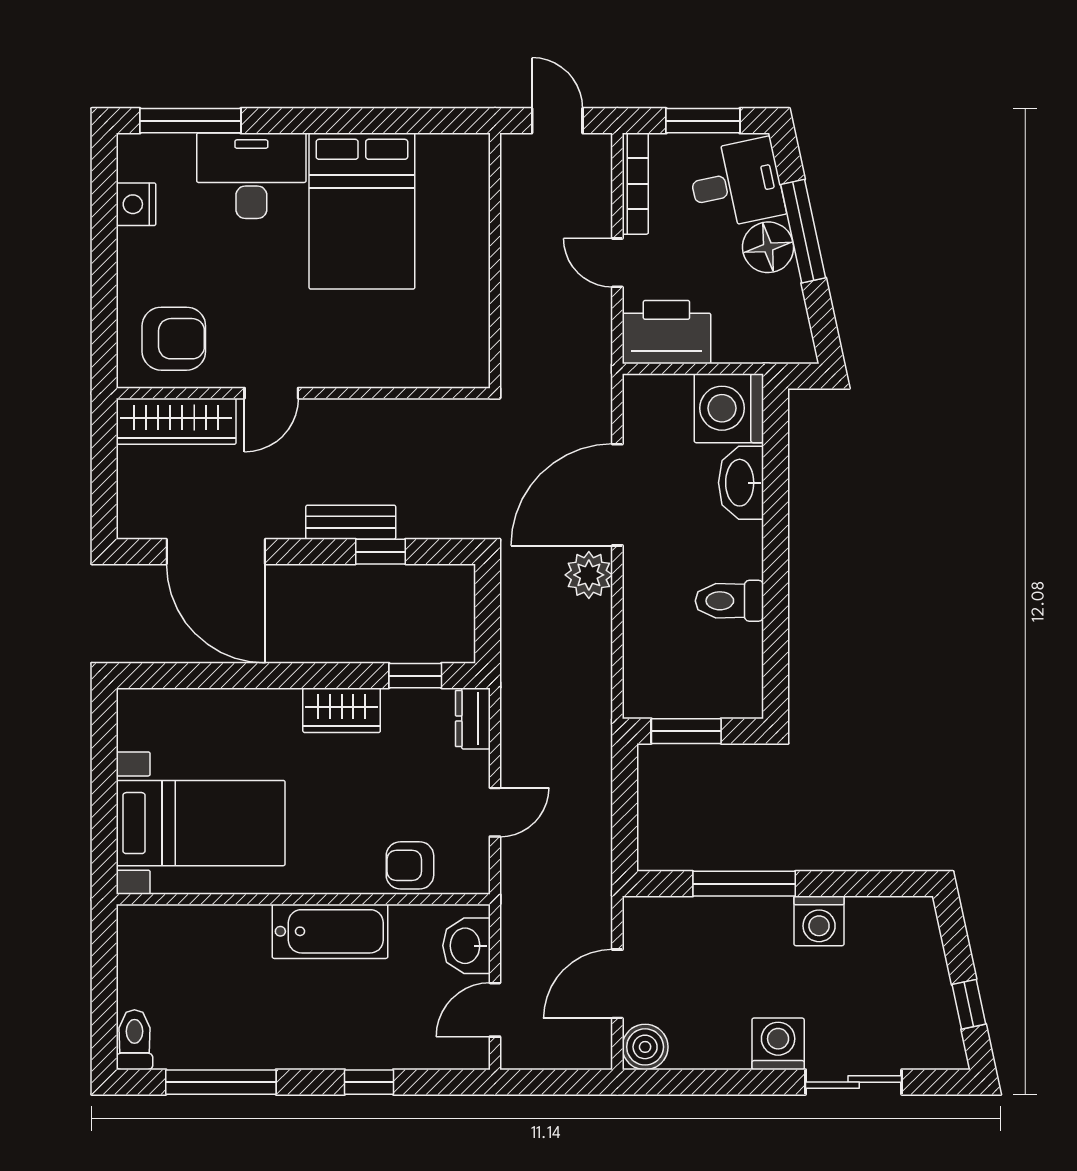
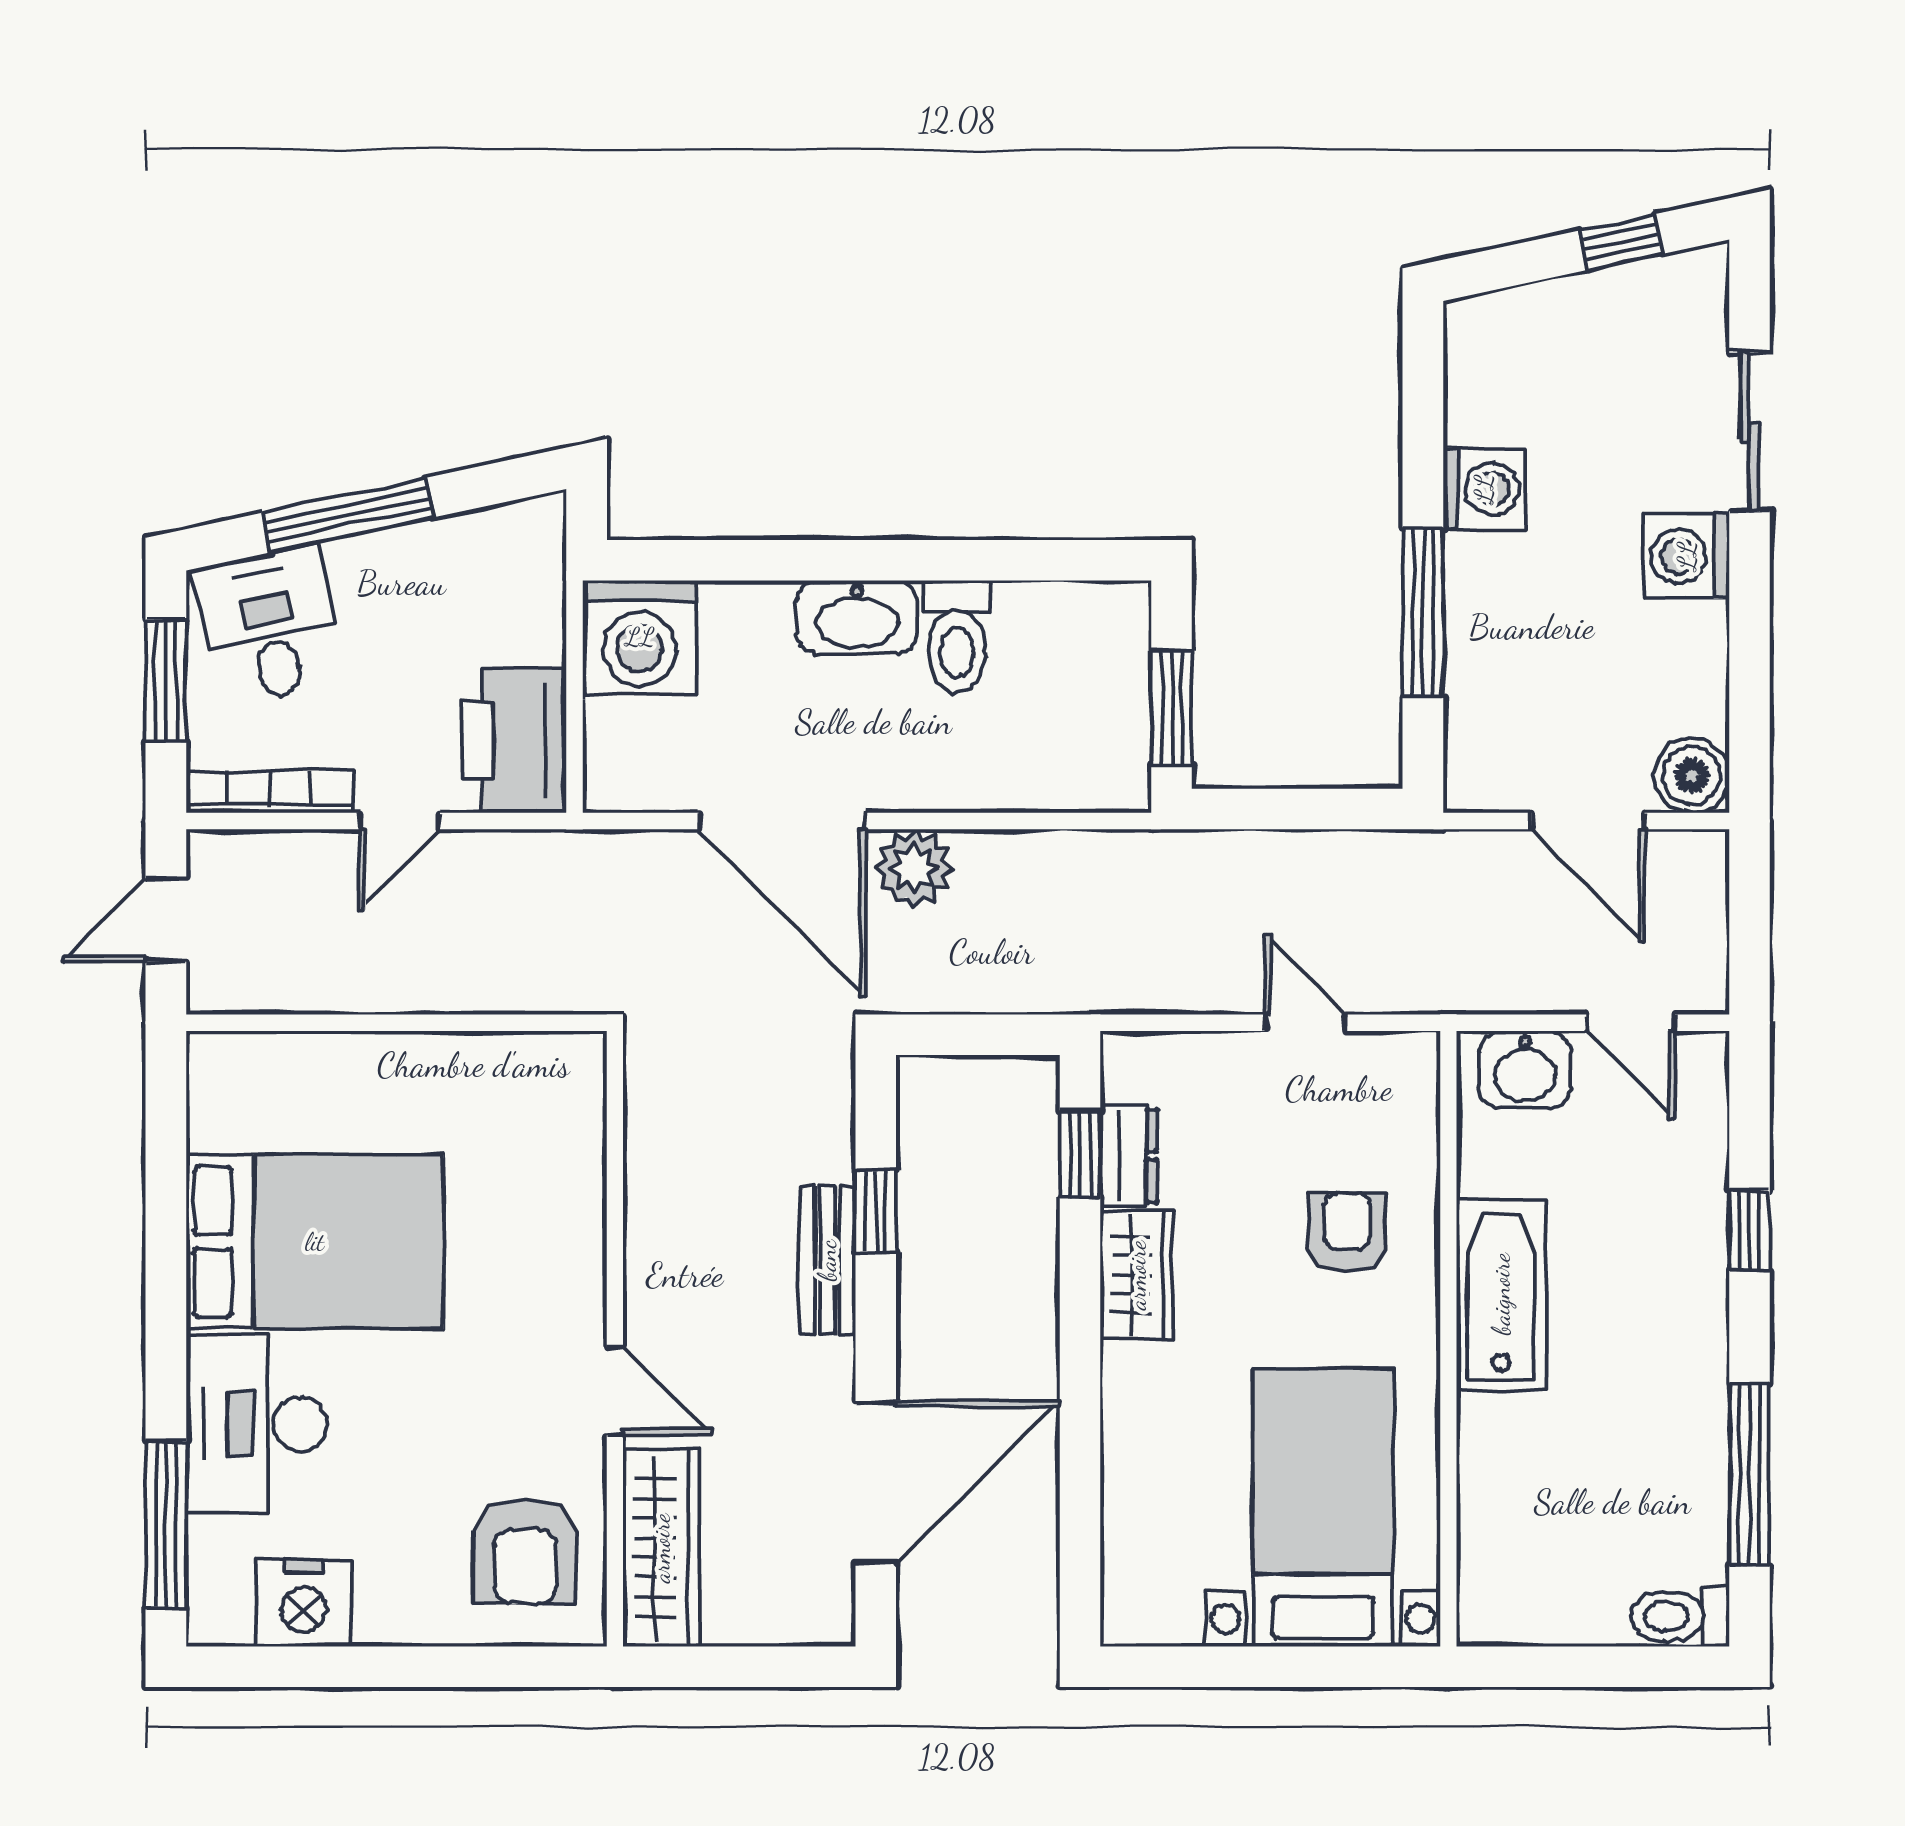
nightstand: (136, 204) -> (304, 1603), width x1.36, depth x1.33
floor lamp: (768, 247) -> (374, 573), removed
armchair: (174, 339) -> (525, 1552), turned 180
washbasin: (741, 483) -> (857, 617), moved
dresser: (473, 718) -> (1129, 1156), moved, turned -90
armchair: (410, 865) -> (1347, 1232), moved, turned 180

